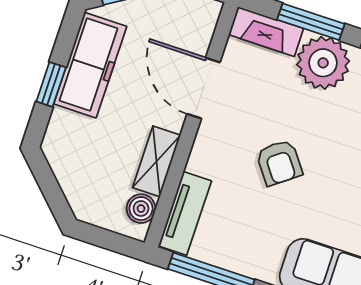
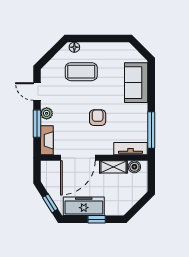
plant: (323, 63) -> (47, 113), width x0.53, depth x0.53
door: (203, 88) -> (78, 158), width x1.36
armchair: (279, 163) -> (98, 118), turned -53

